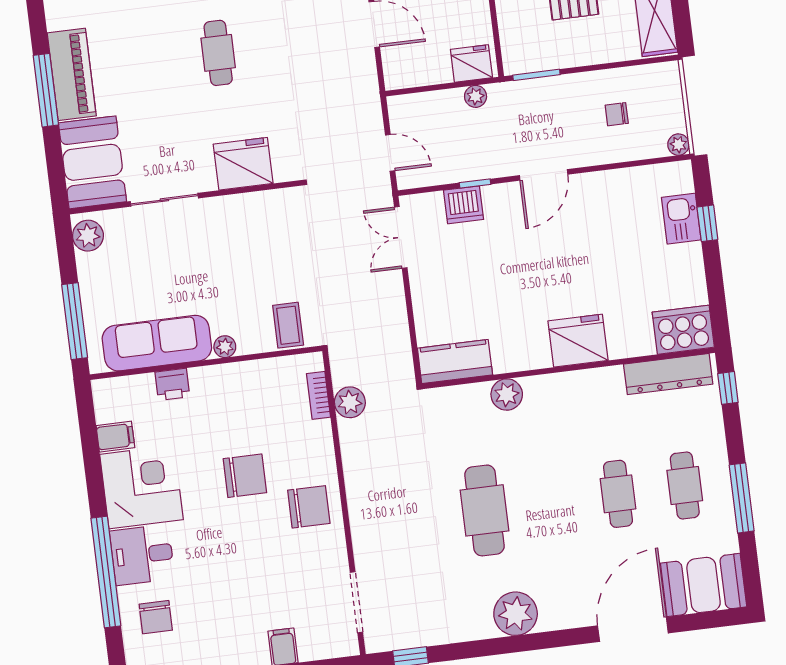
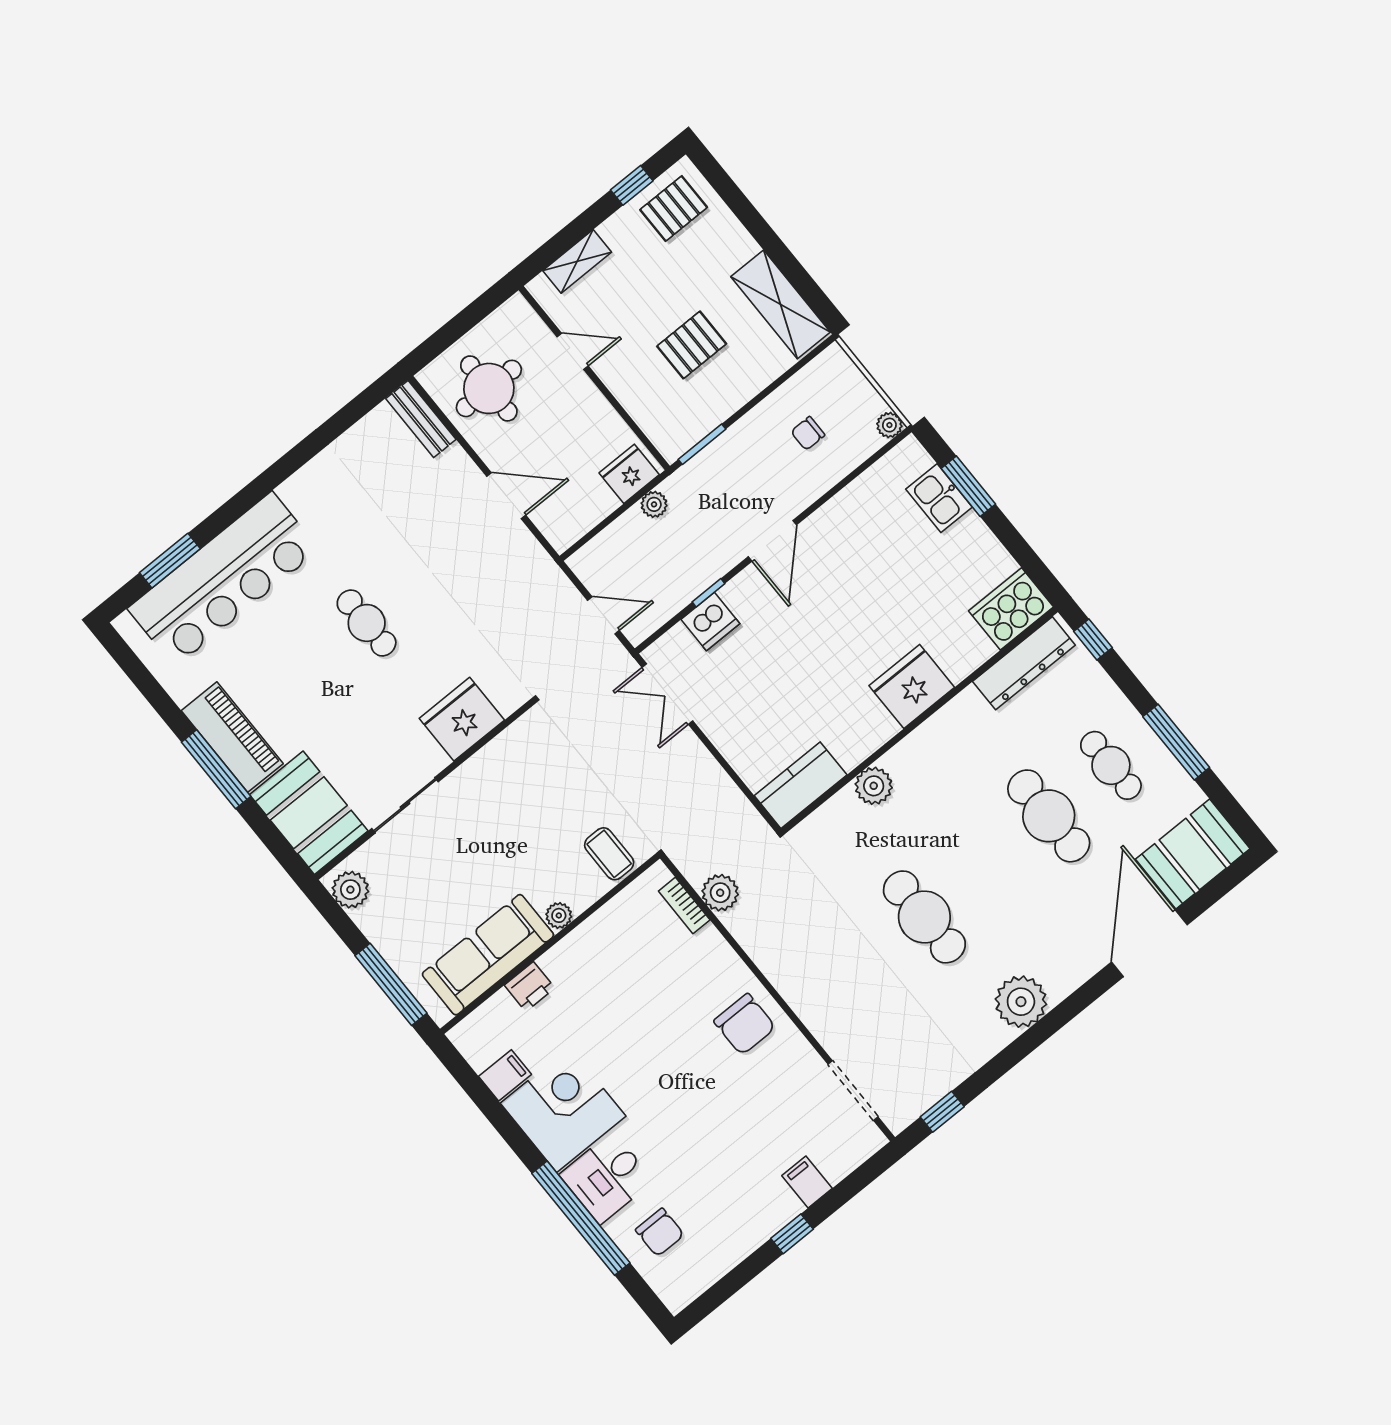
window: (707, 223) -> (968, 486), width x1.50
chair: (245, 476) -> (660, 1033), removed
cafe table: (618, 494) -> (1049, 816), width x1.37, depth x1.35
chair: (309, 507) -> (745, 1024), turned 90

